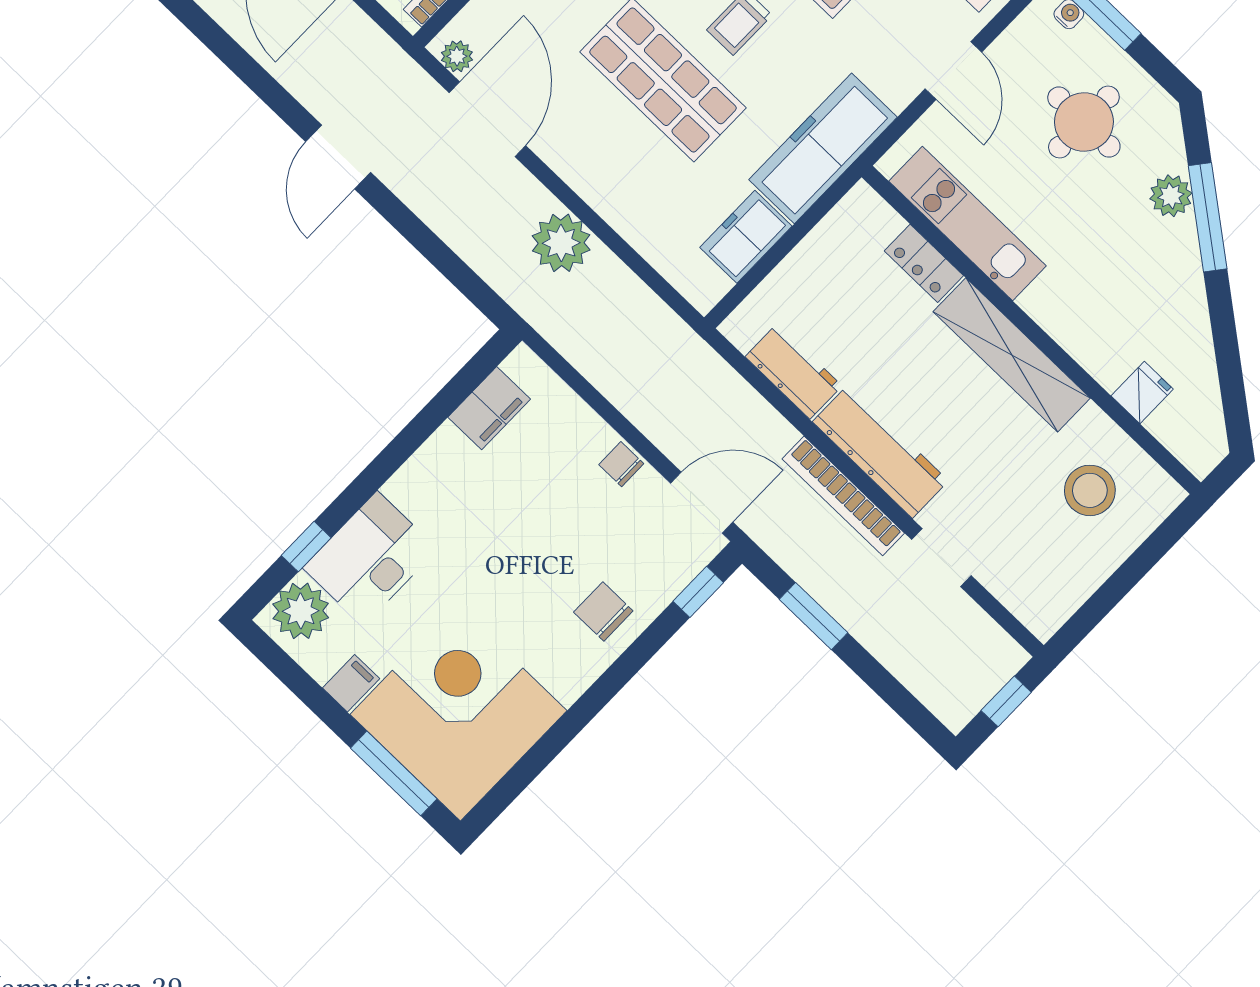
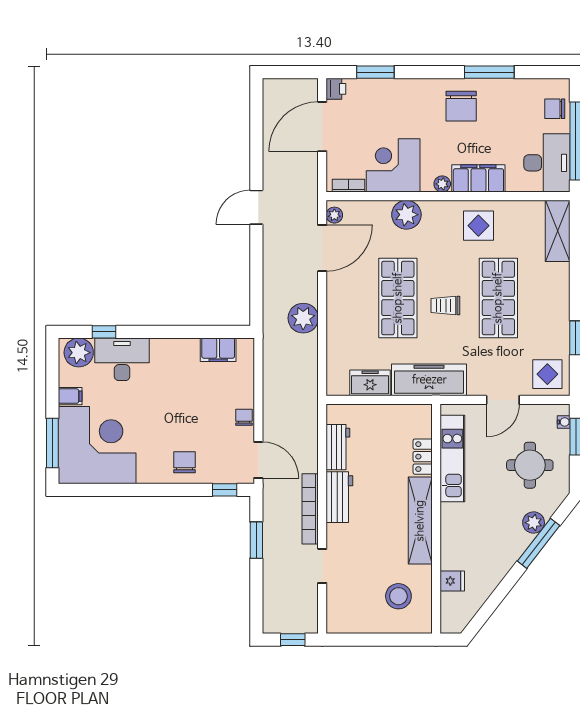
workbench: (880, 451) -> (339, 497), width x0.73

